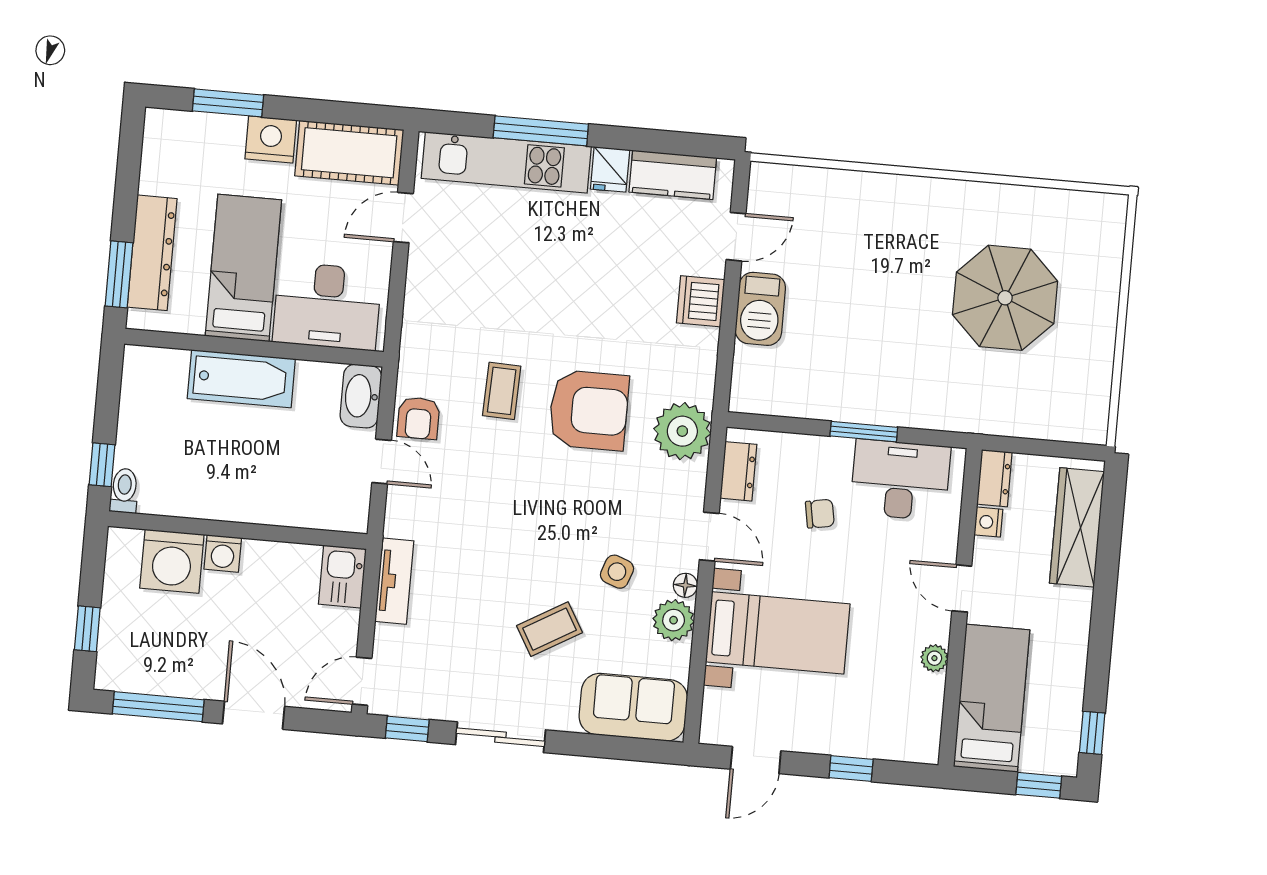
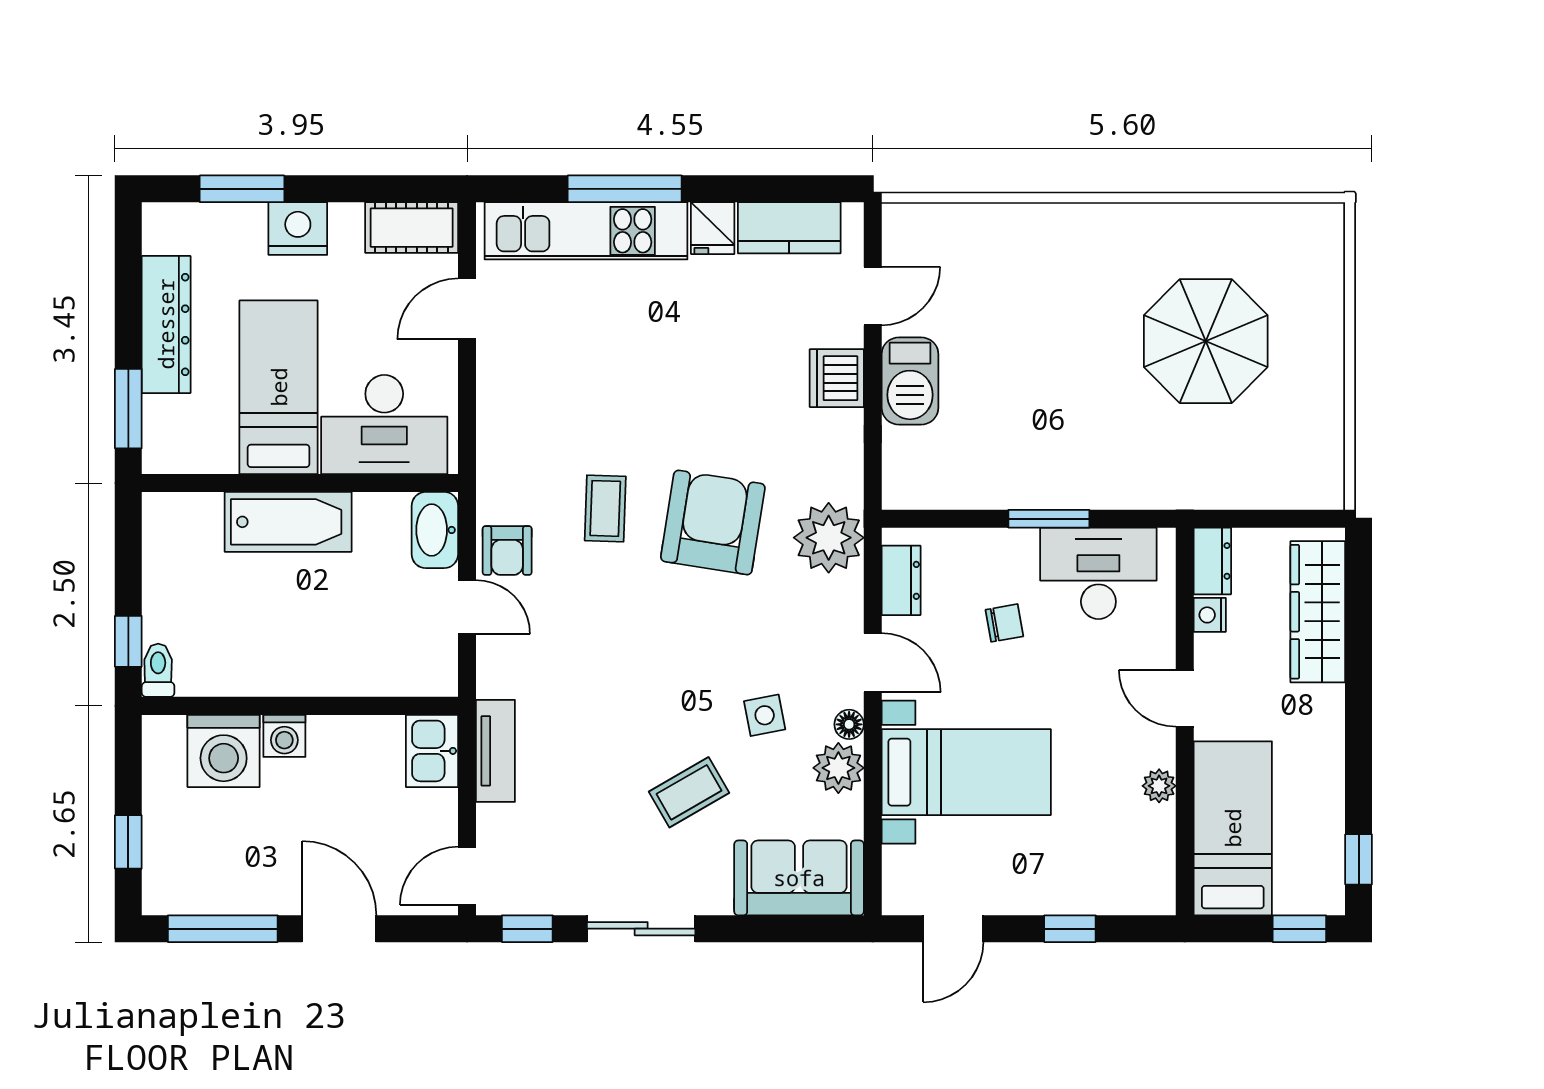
cot: (349, 153) -> (412, 228), width x0.73, depth x0.75
dresser: (152, 253) -> (166, 324), moved
armchair: (589, 410) -> (713, 522), turned -81
side table: (617, 572) -> (765, 715), turned -31

